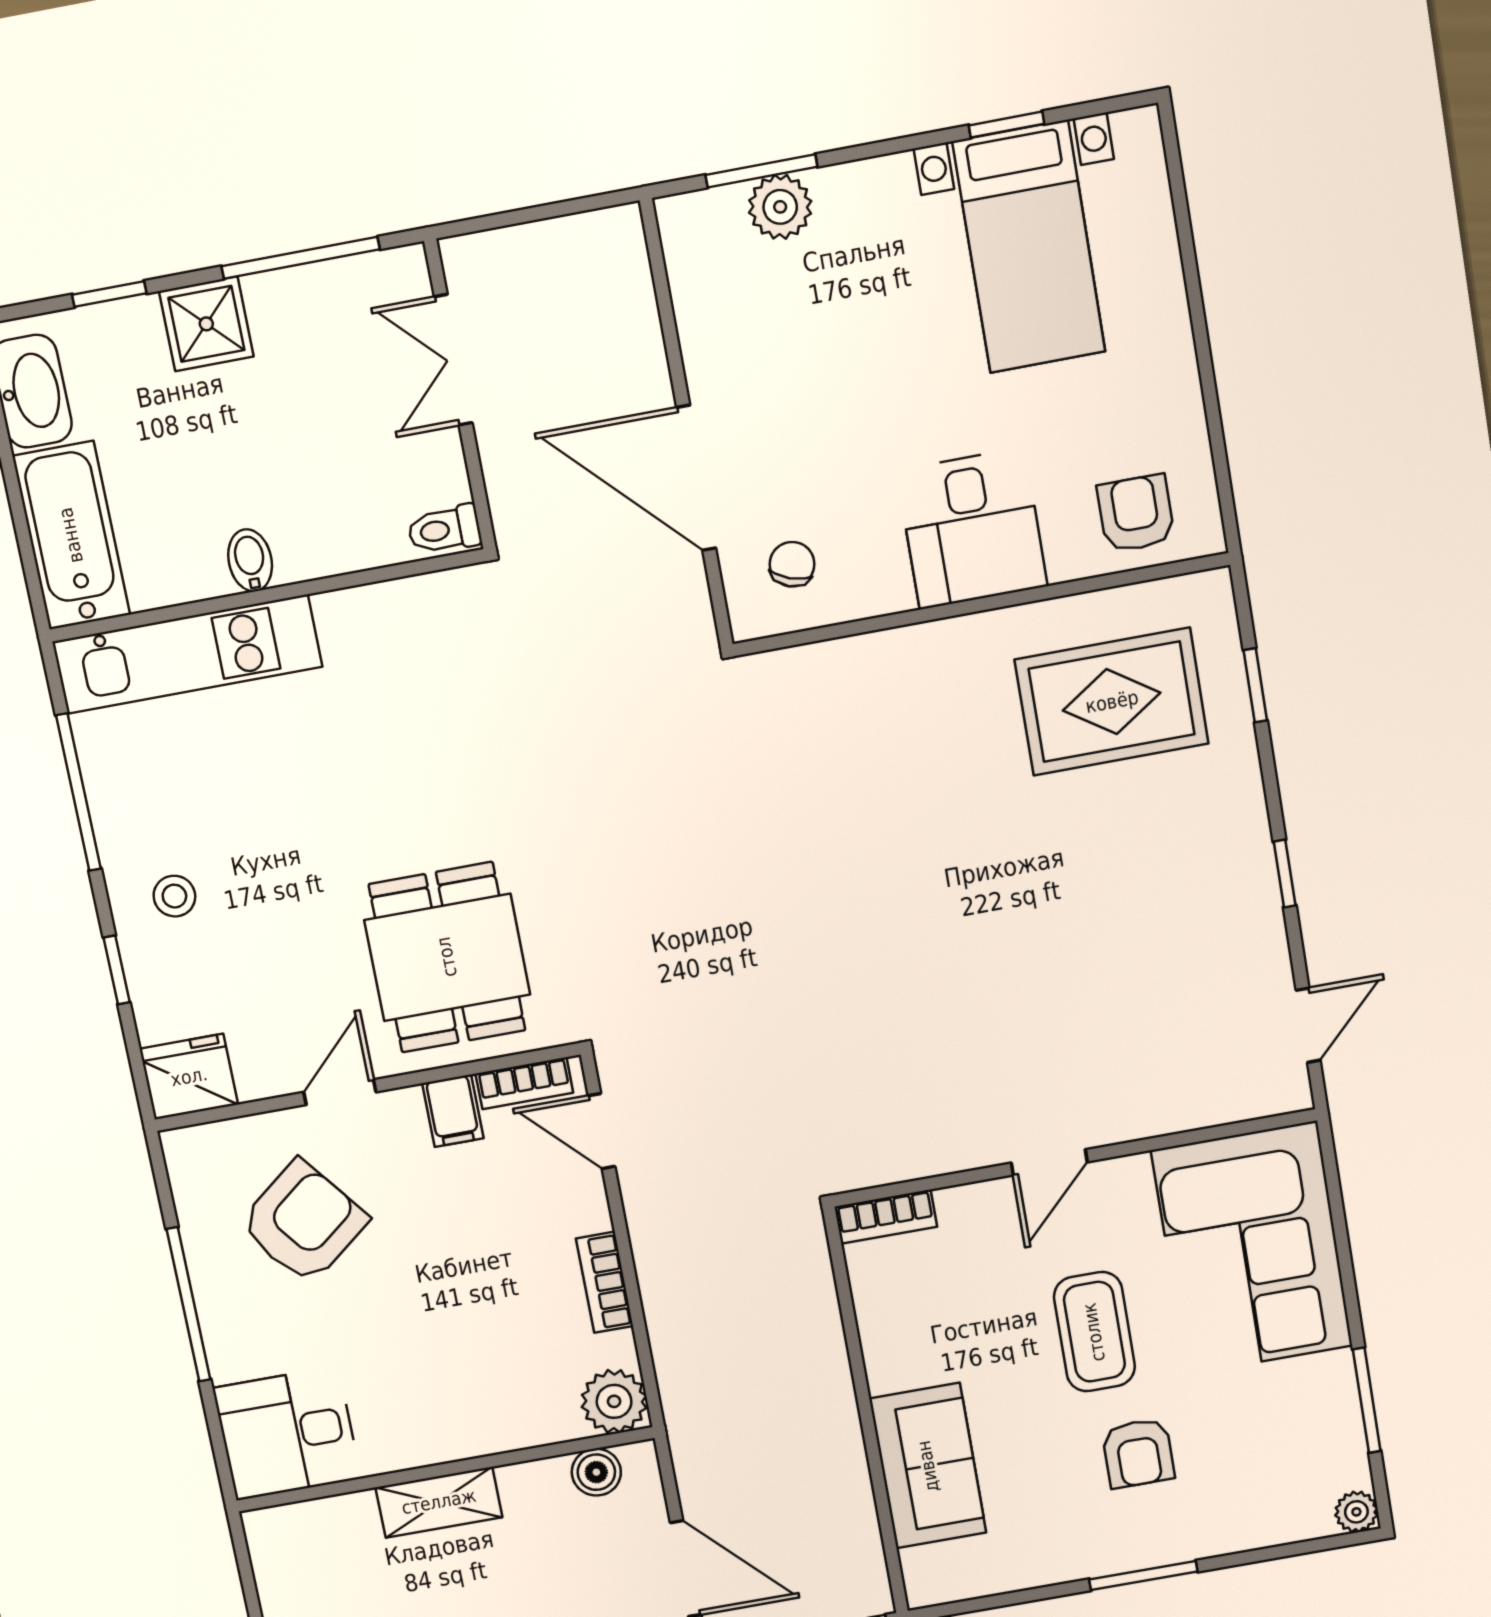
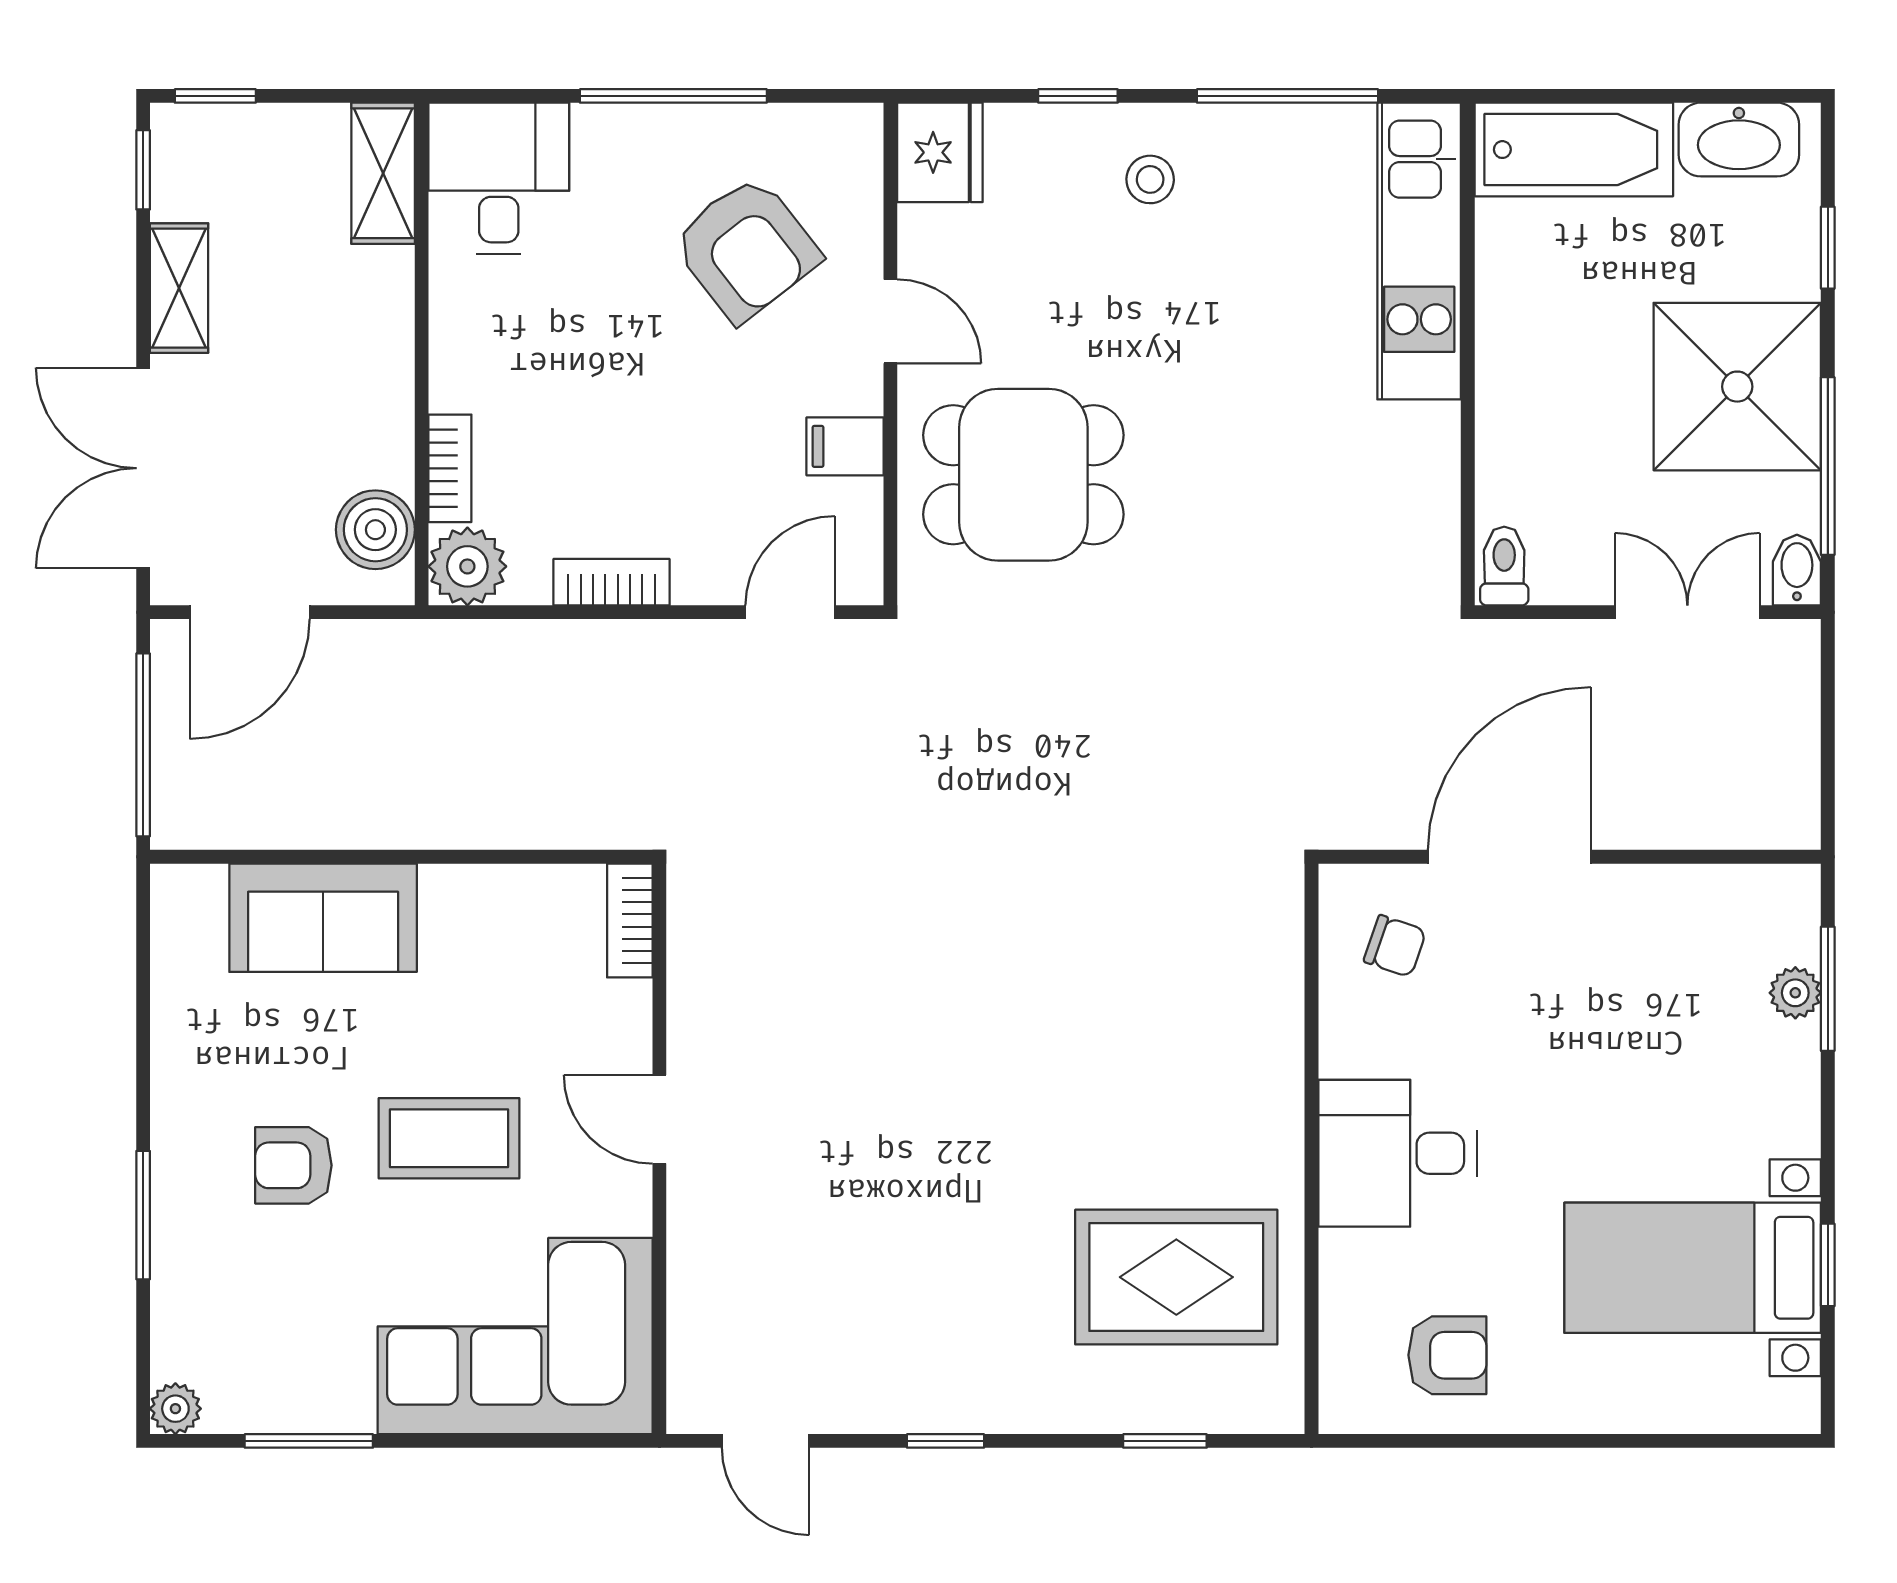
plant: (780, 207) -> (1795, 993), width x0.73, depth x0.73
shower: (206, 324) -> (1737, 387), width x1.86, depth x1.86
armchair: (1136, 513) -> (1447, 1355), moved
bidet: (250, 560) -> (1797, 570), moved, turned -90
rug: (1112, 702) -> (1176, 1277), turned 90
bookcase: (524, 1083) -> (450, 468), moved, turned 180
boiler: (596, 1472) -> (375, 530), width x1.36, depth x1.36
shelving: (439, 1502) -> (383, 173), moved
window: (1143, 1575) -> (143, 1215), moved

